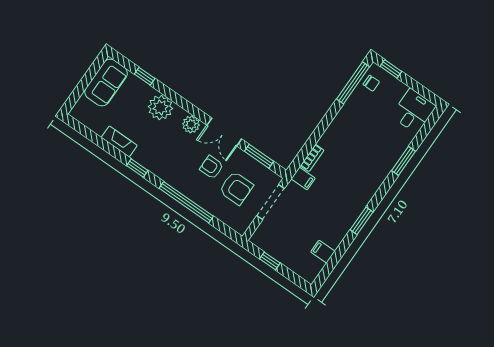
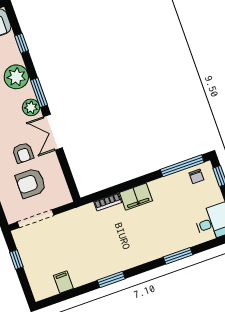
window: (259, 156) -> (39, 93), moved
armchair: (212, 167) -> (23, 153), turned 180
filing cabinet: (303, 179) -> (136, 197), moved, width x2.00
armchair: (236, 188) -> (31, 183), turned 90
doorway: (271, 202) -> (36, 219), moved

